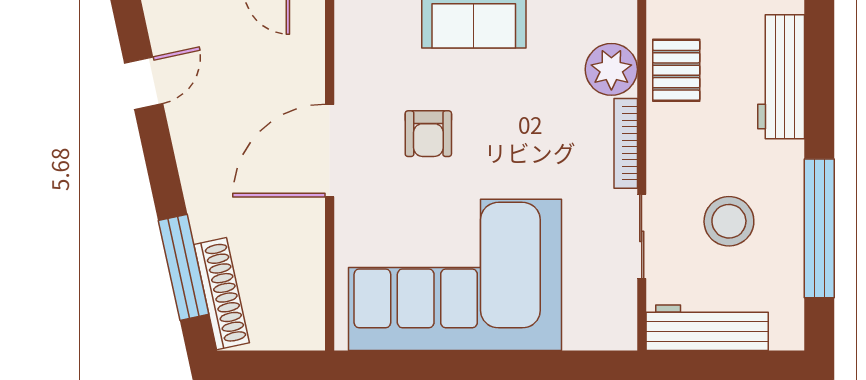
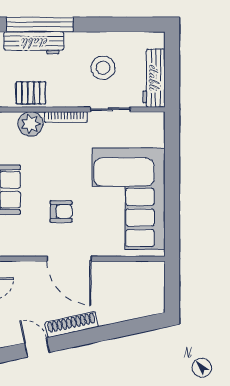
window: (819, 228) -> (40, 24), moved
window: (184, 267) -> (125, 328), removed
shoe rack: (222, 294) -> (72, 325), moved

